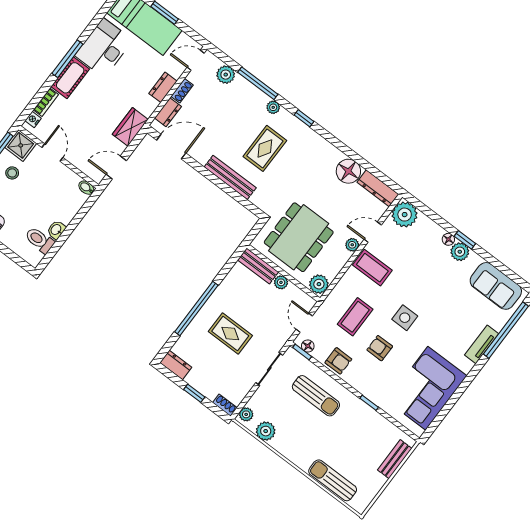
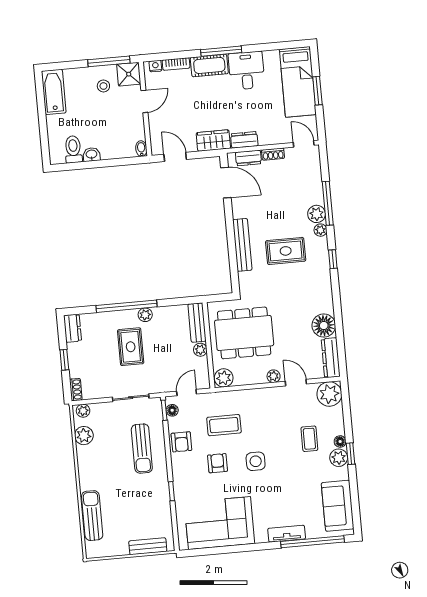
desk: (104, 48) -> (246, 71), width x0.73
plant: (226, 75) -> (317, 214), moved
dresser: (163, 87) -> (244, 140), moved
coffee table: (372, 268) -> (309, 439), moved, width x0.73, depth x0.77
plant: (216, 300) -> (145, 315), added

